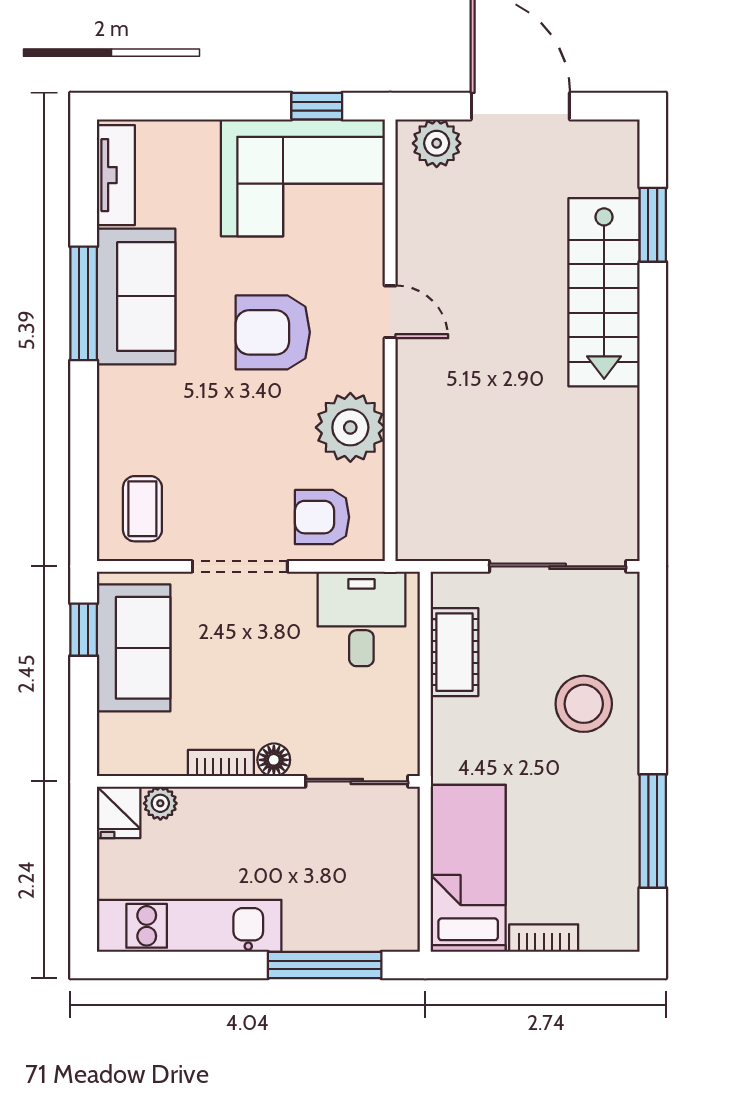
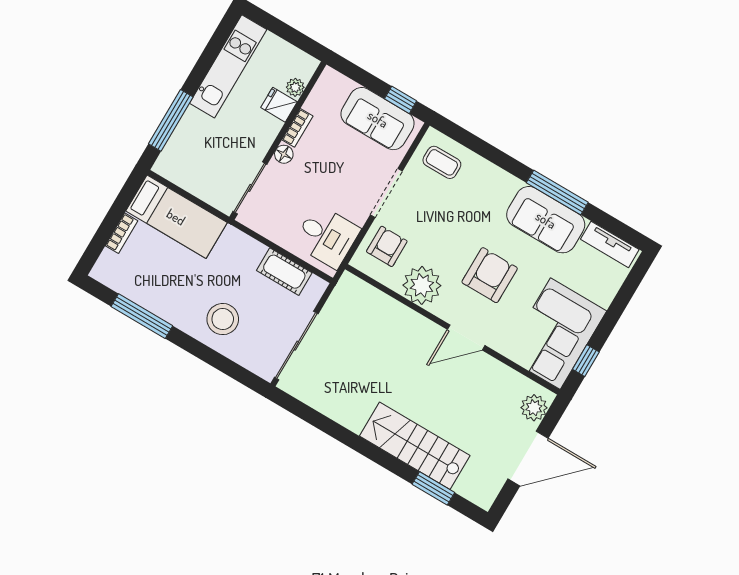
door: (390, 312) -> (466, 337), width x1.38
fridge: (119, 812) -> (279, 105), moved

